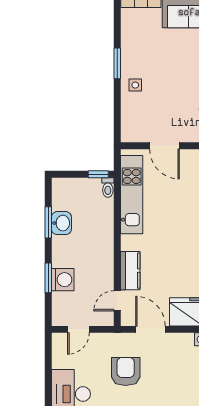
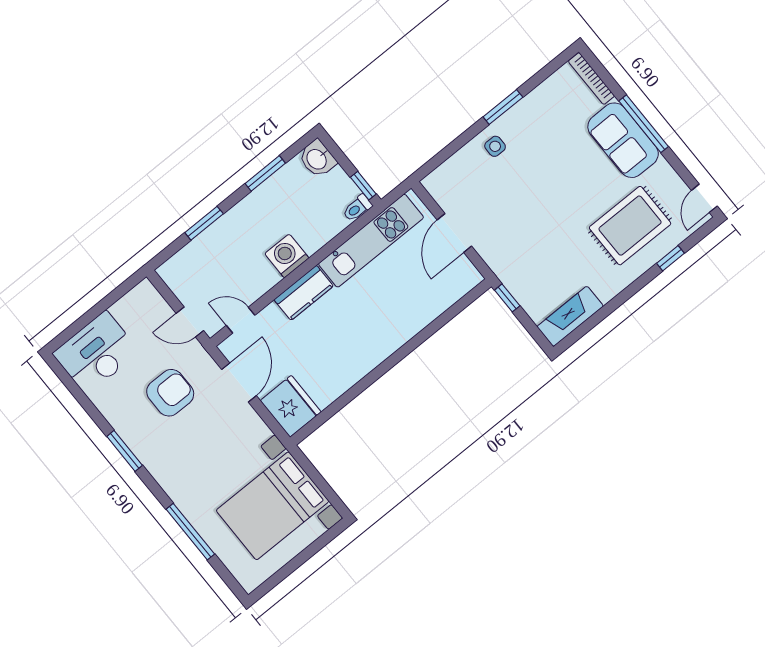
washbasin: (61, 223) -> (317, 159), moved, turned 90
kitchen counter: (130, 271) -> (304, 293), moved
washing machine: (63, 280) -> (287, 256), moved, turned 180
door: (78, 329) -> (190, 322), moved

